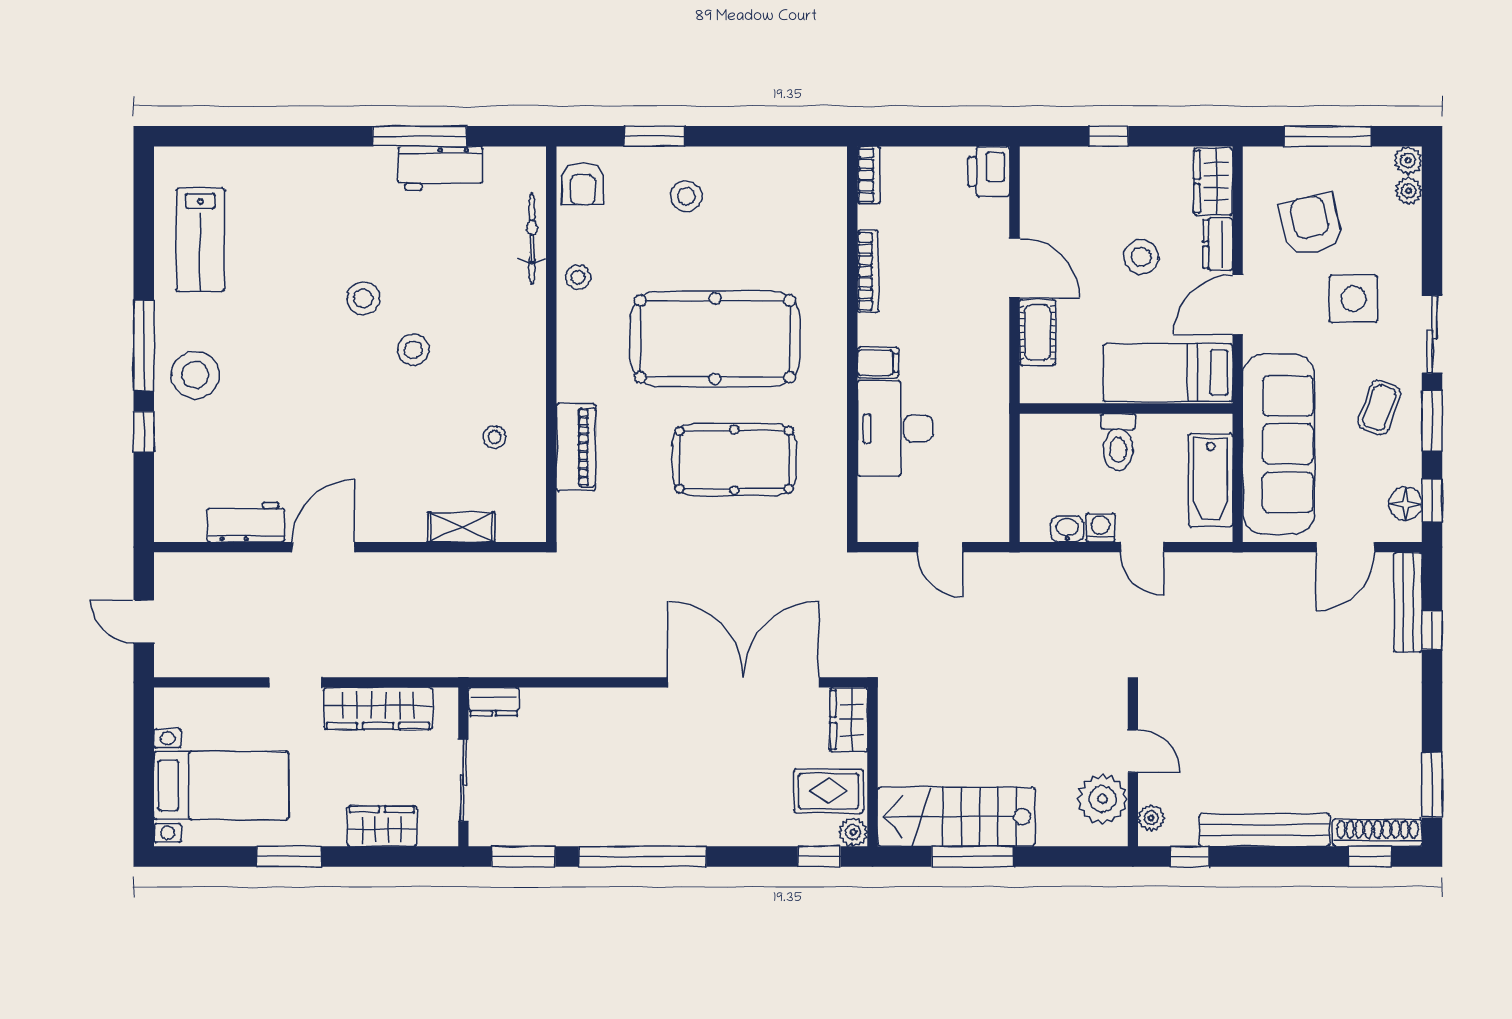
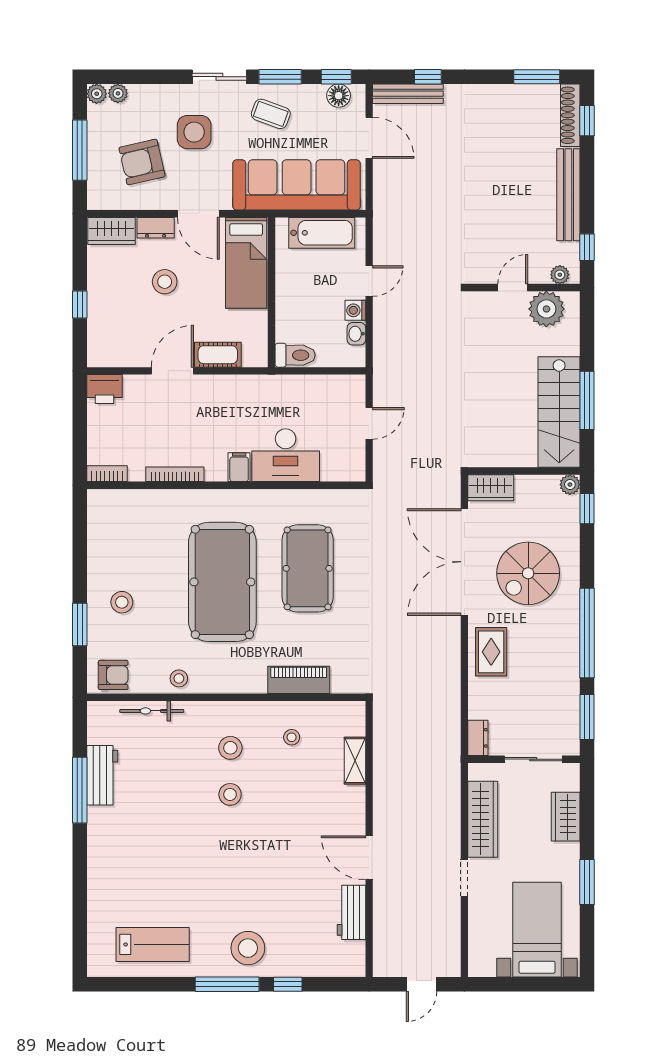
stool: (363, 298) -> (230, 748), moved
toilet: (1118, 442) -> (295, 355), moved
spiral stairs: (727, 773) -> (528, 573), added
rug: (828, 791) -> (491, 652), moved

